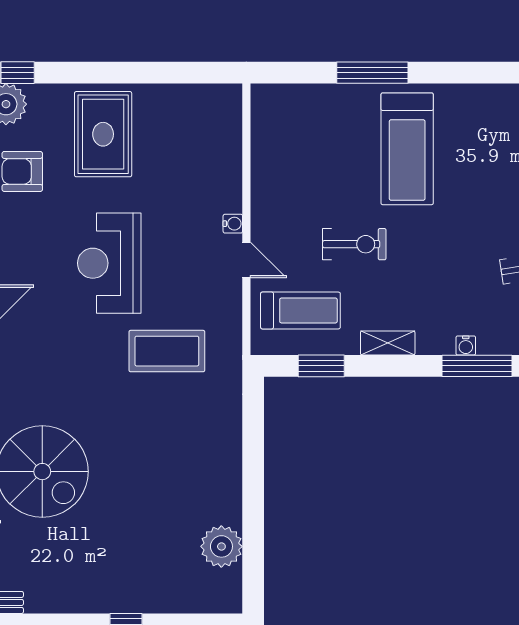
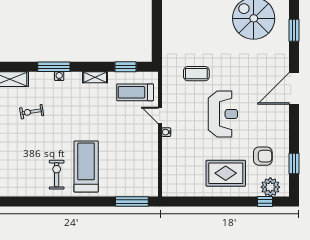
window: (372, 73) -> (132, 201), moved
rug: (103, 134) -> (226, 173), turned 90
exercise bike: (354, 244) -> (57, 175), moved, turned 90
coffee table: (167, 351) -> (196, 74), width x0.73, depth x0.76

